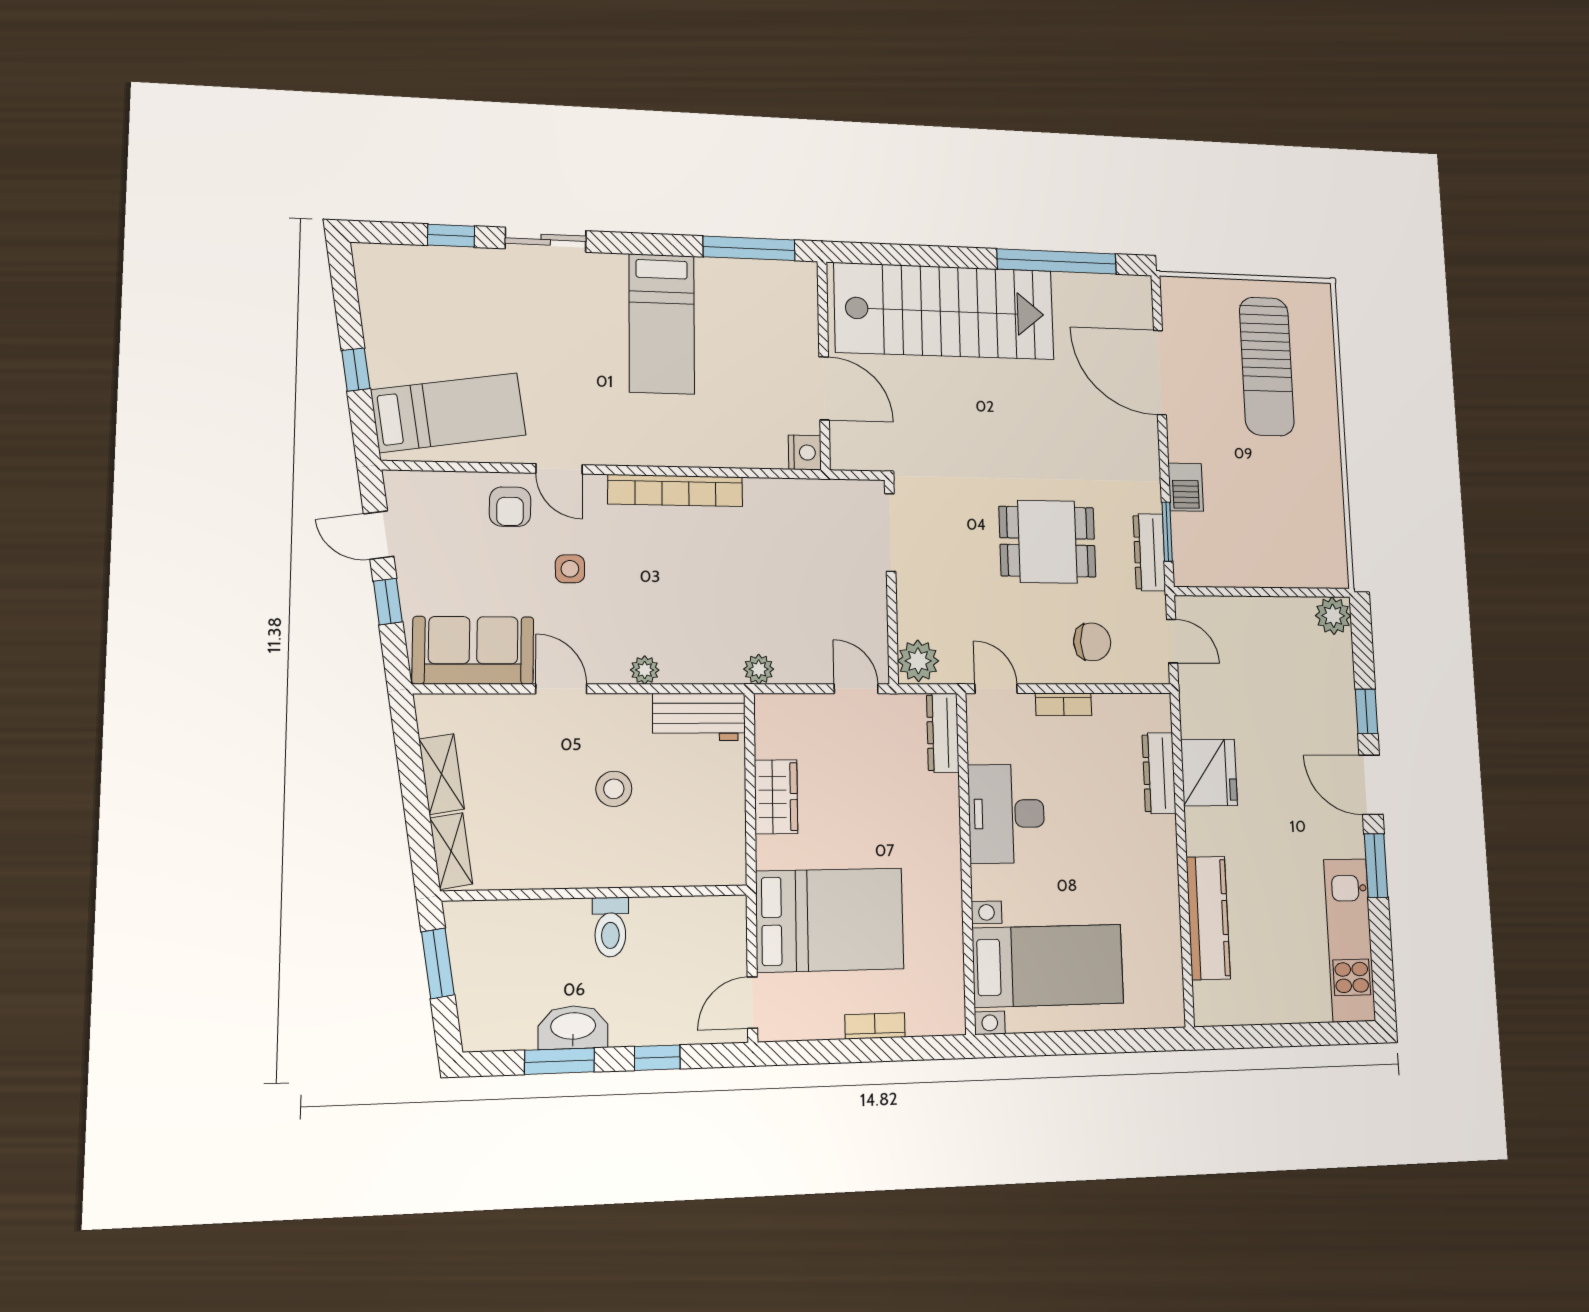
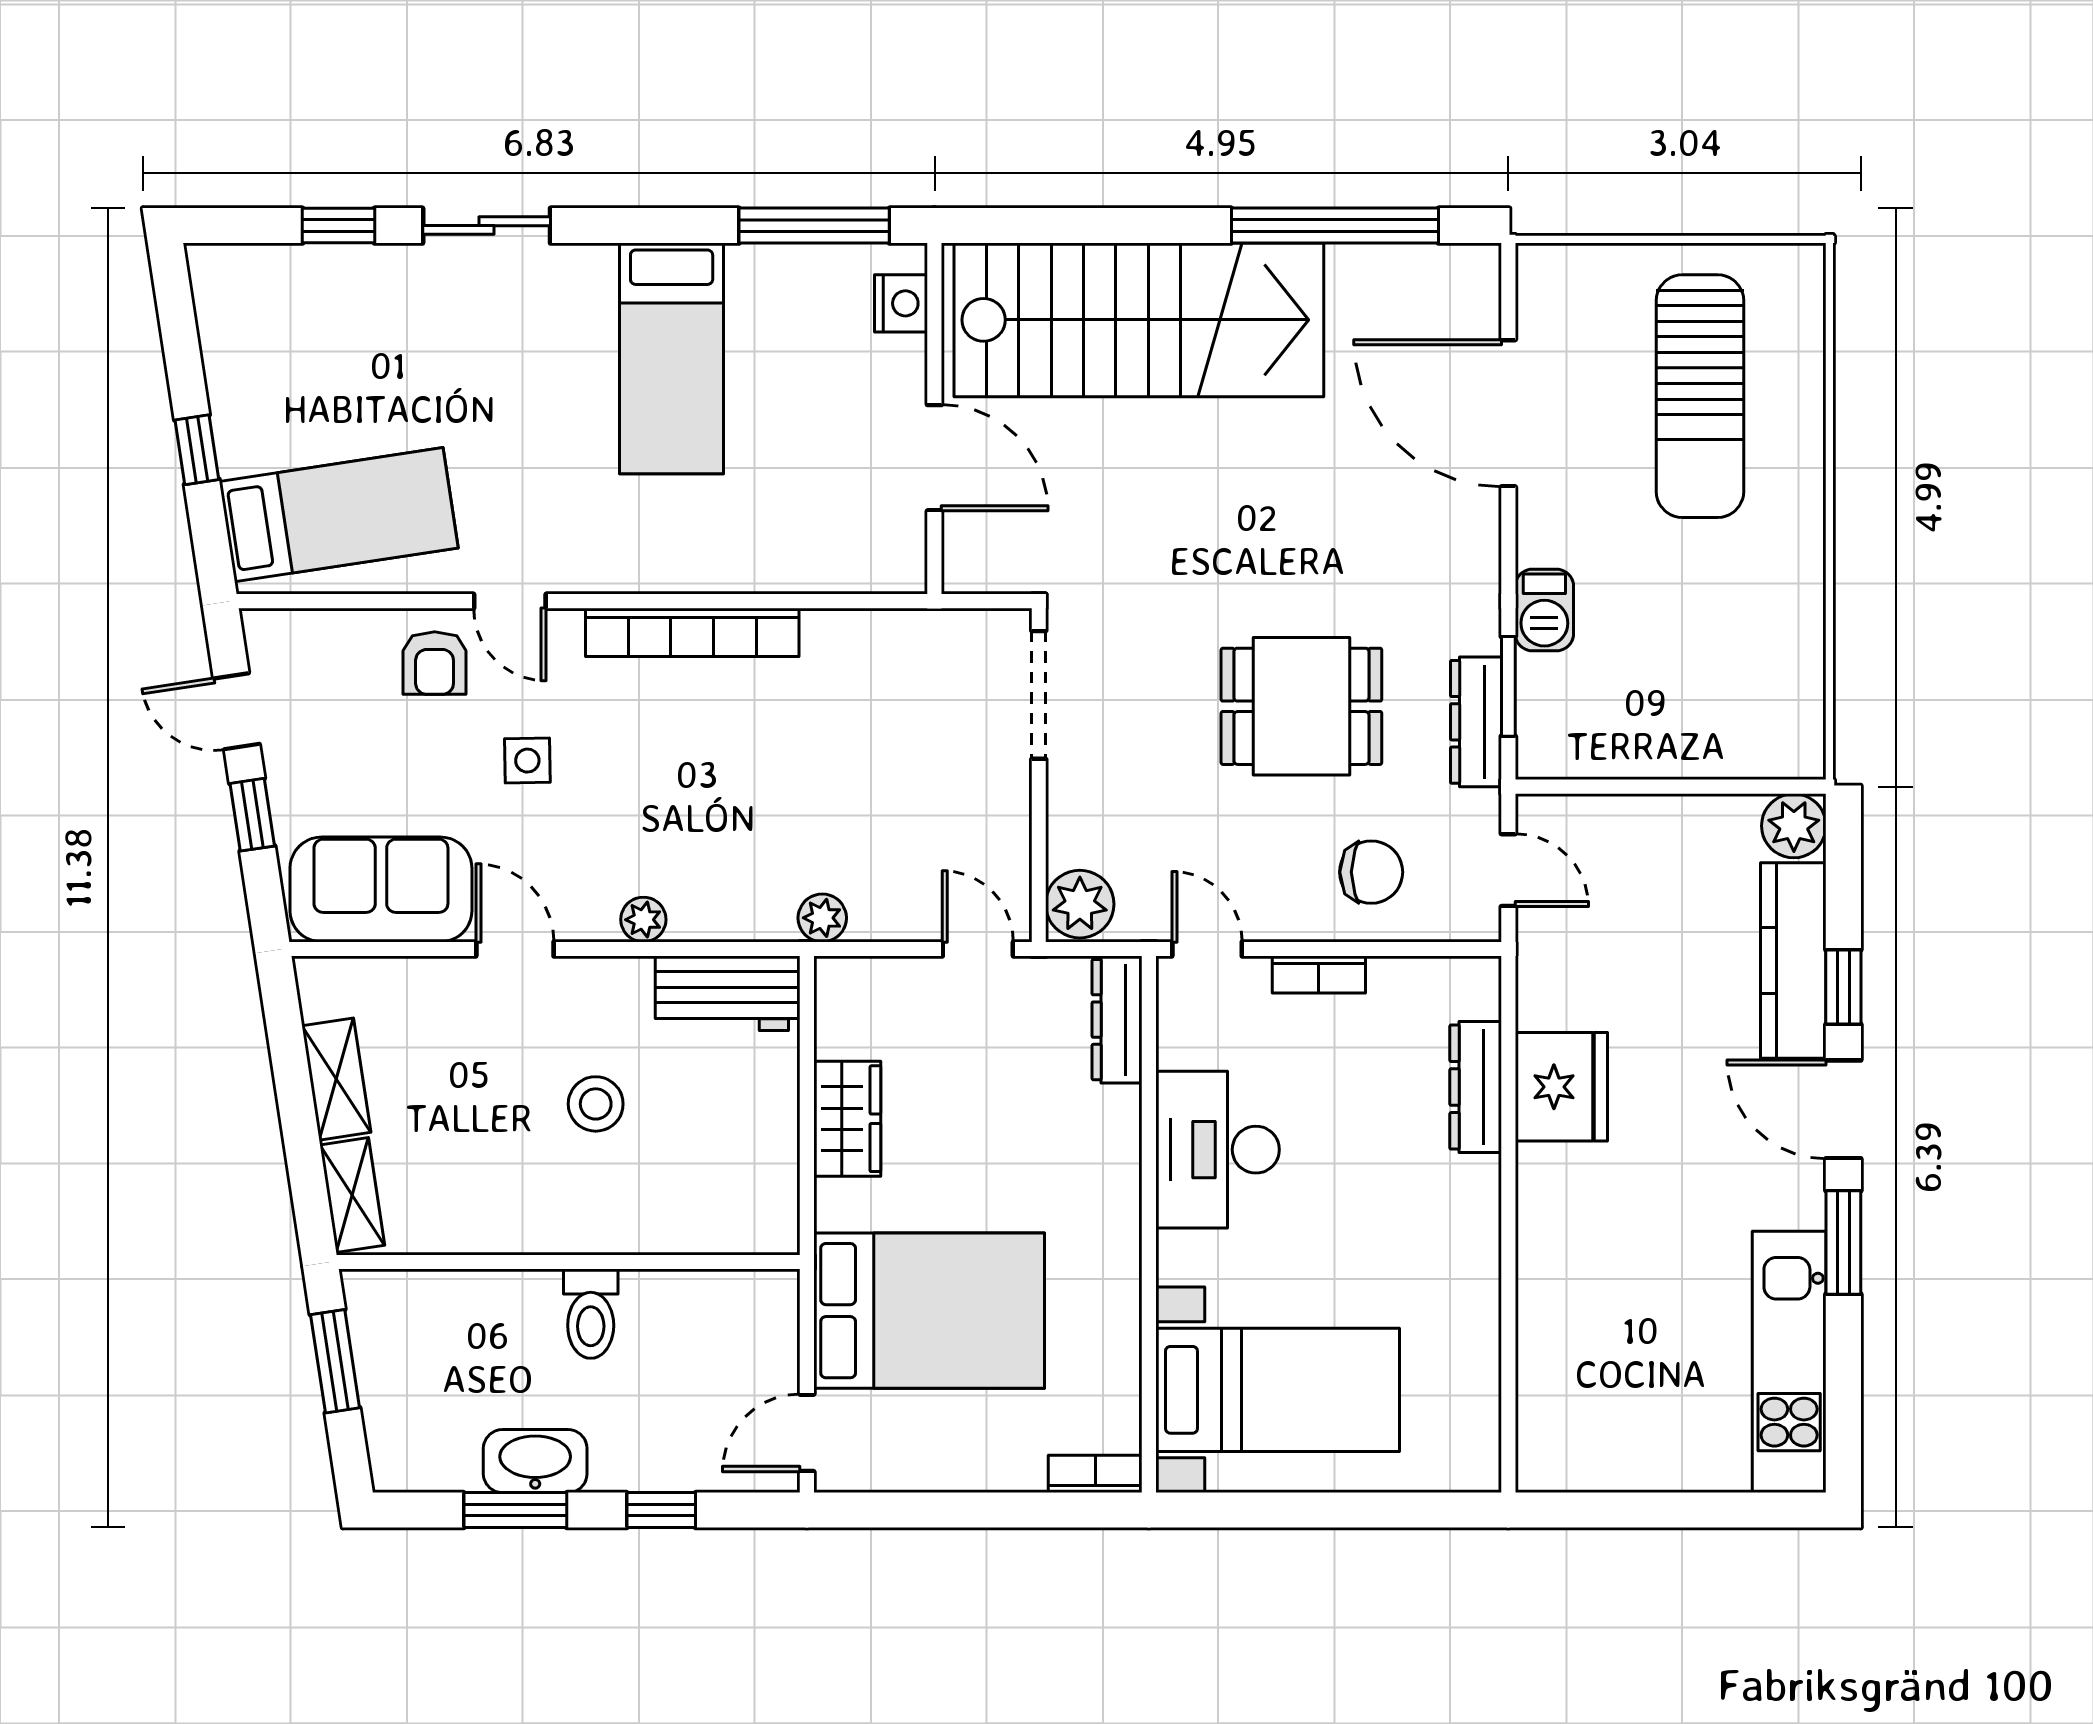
nightstand: (805, 452) -> (901, 303), moved
kitchen counter: (1208, 918) -> (1793, 961), moved, turned 180
bookcase: (875, 1026) -> (1095, 1474), moved

